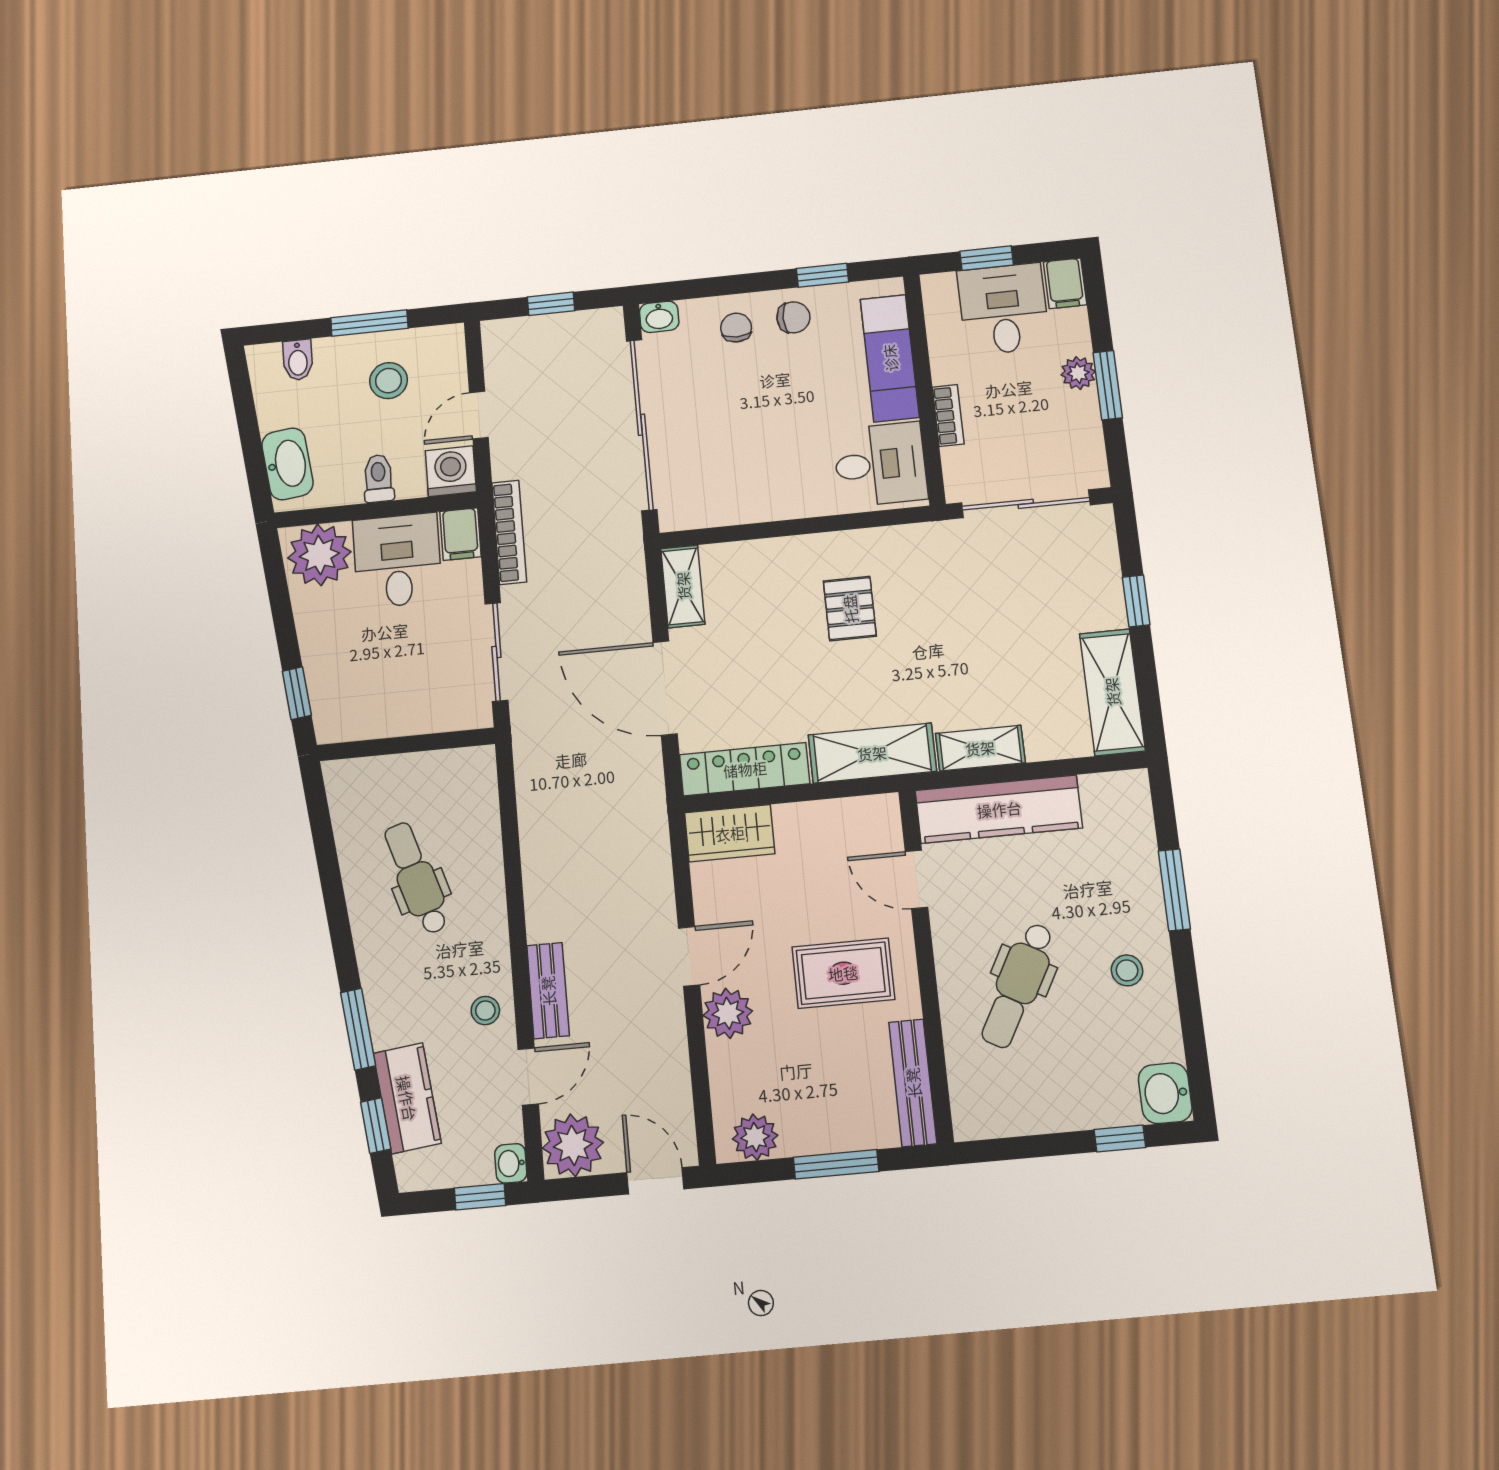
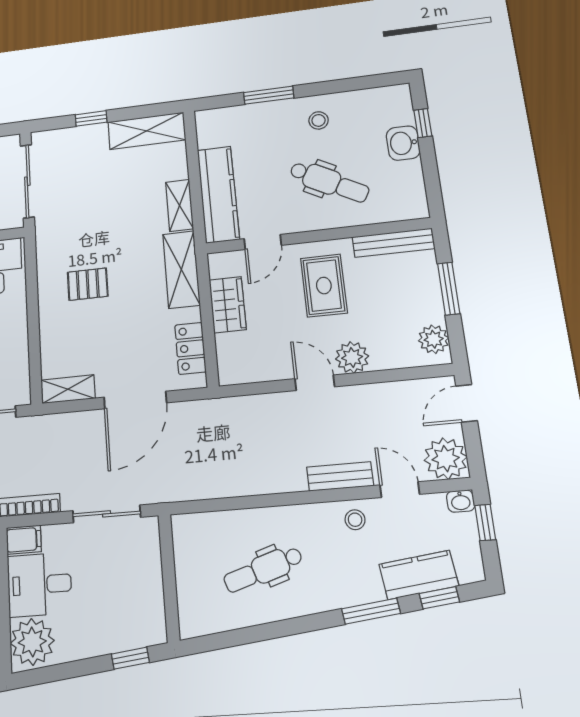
locker: (745, 769) -> (190, 348), width x0.66
wardrobe: (730, 833) -> (228, 305), moved
washbasin: (1165, 1093) -> (403, 143), moved, turned 90

